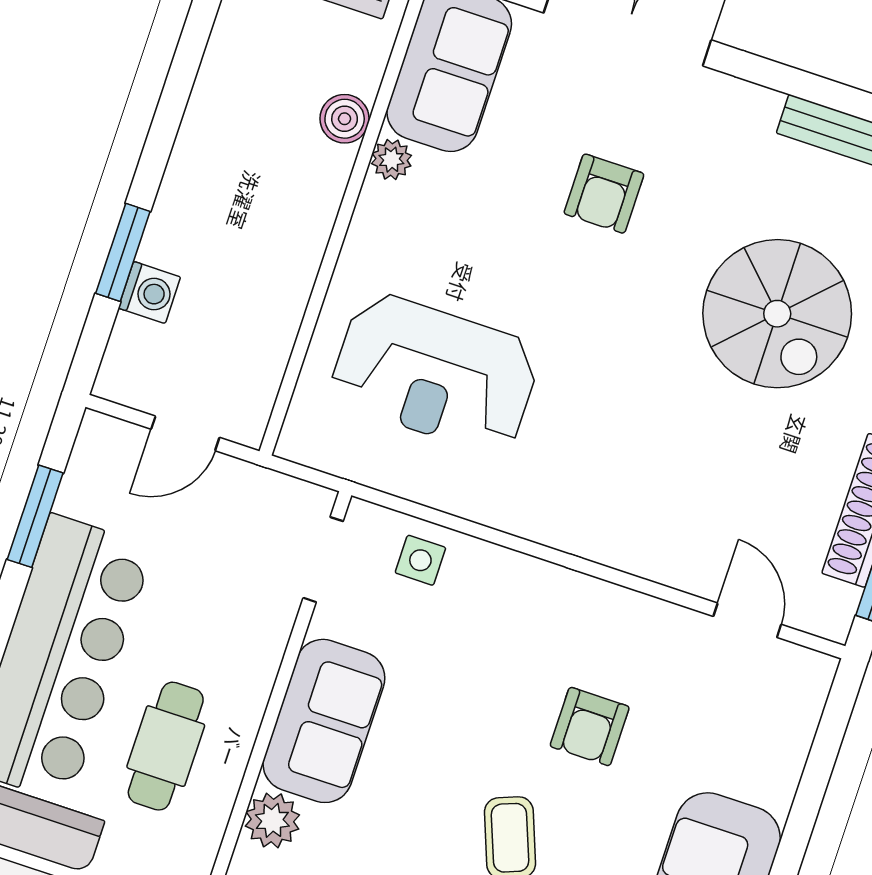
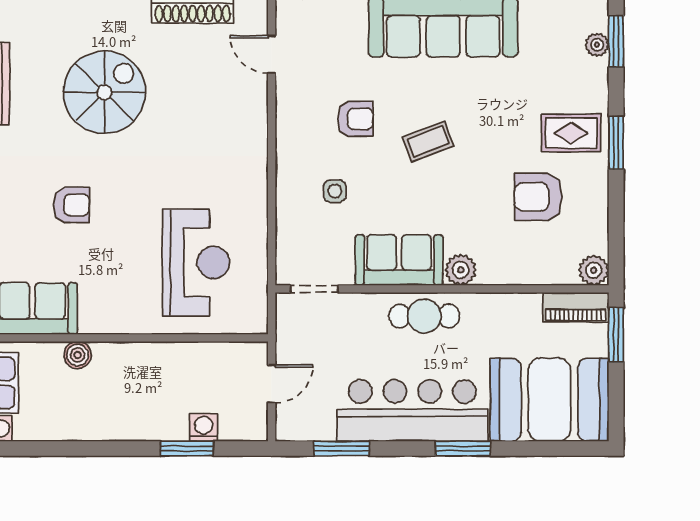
plant: (391, 160) -> (91, 323), removed
door: (185, 433) -> (272, 384), hinge flipped
side table: (420, 560) -> (335, 191), moved
door: (747, 620) -> (272, 54), hinge flipped
cafe table: (166, 746) -> (424, 316), moved

